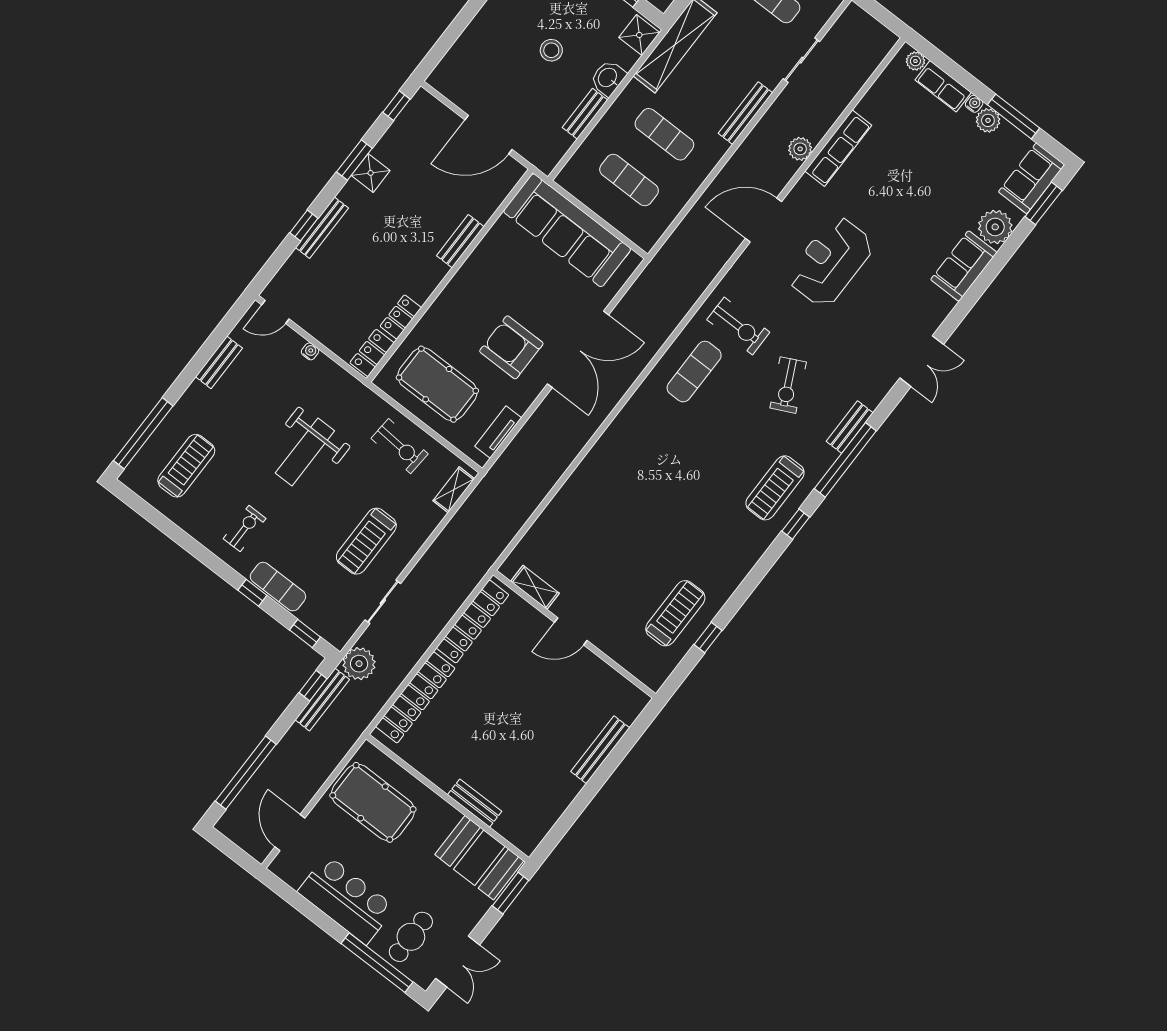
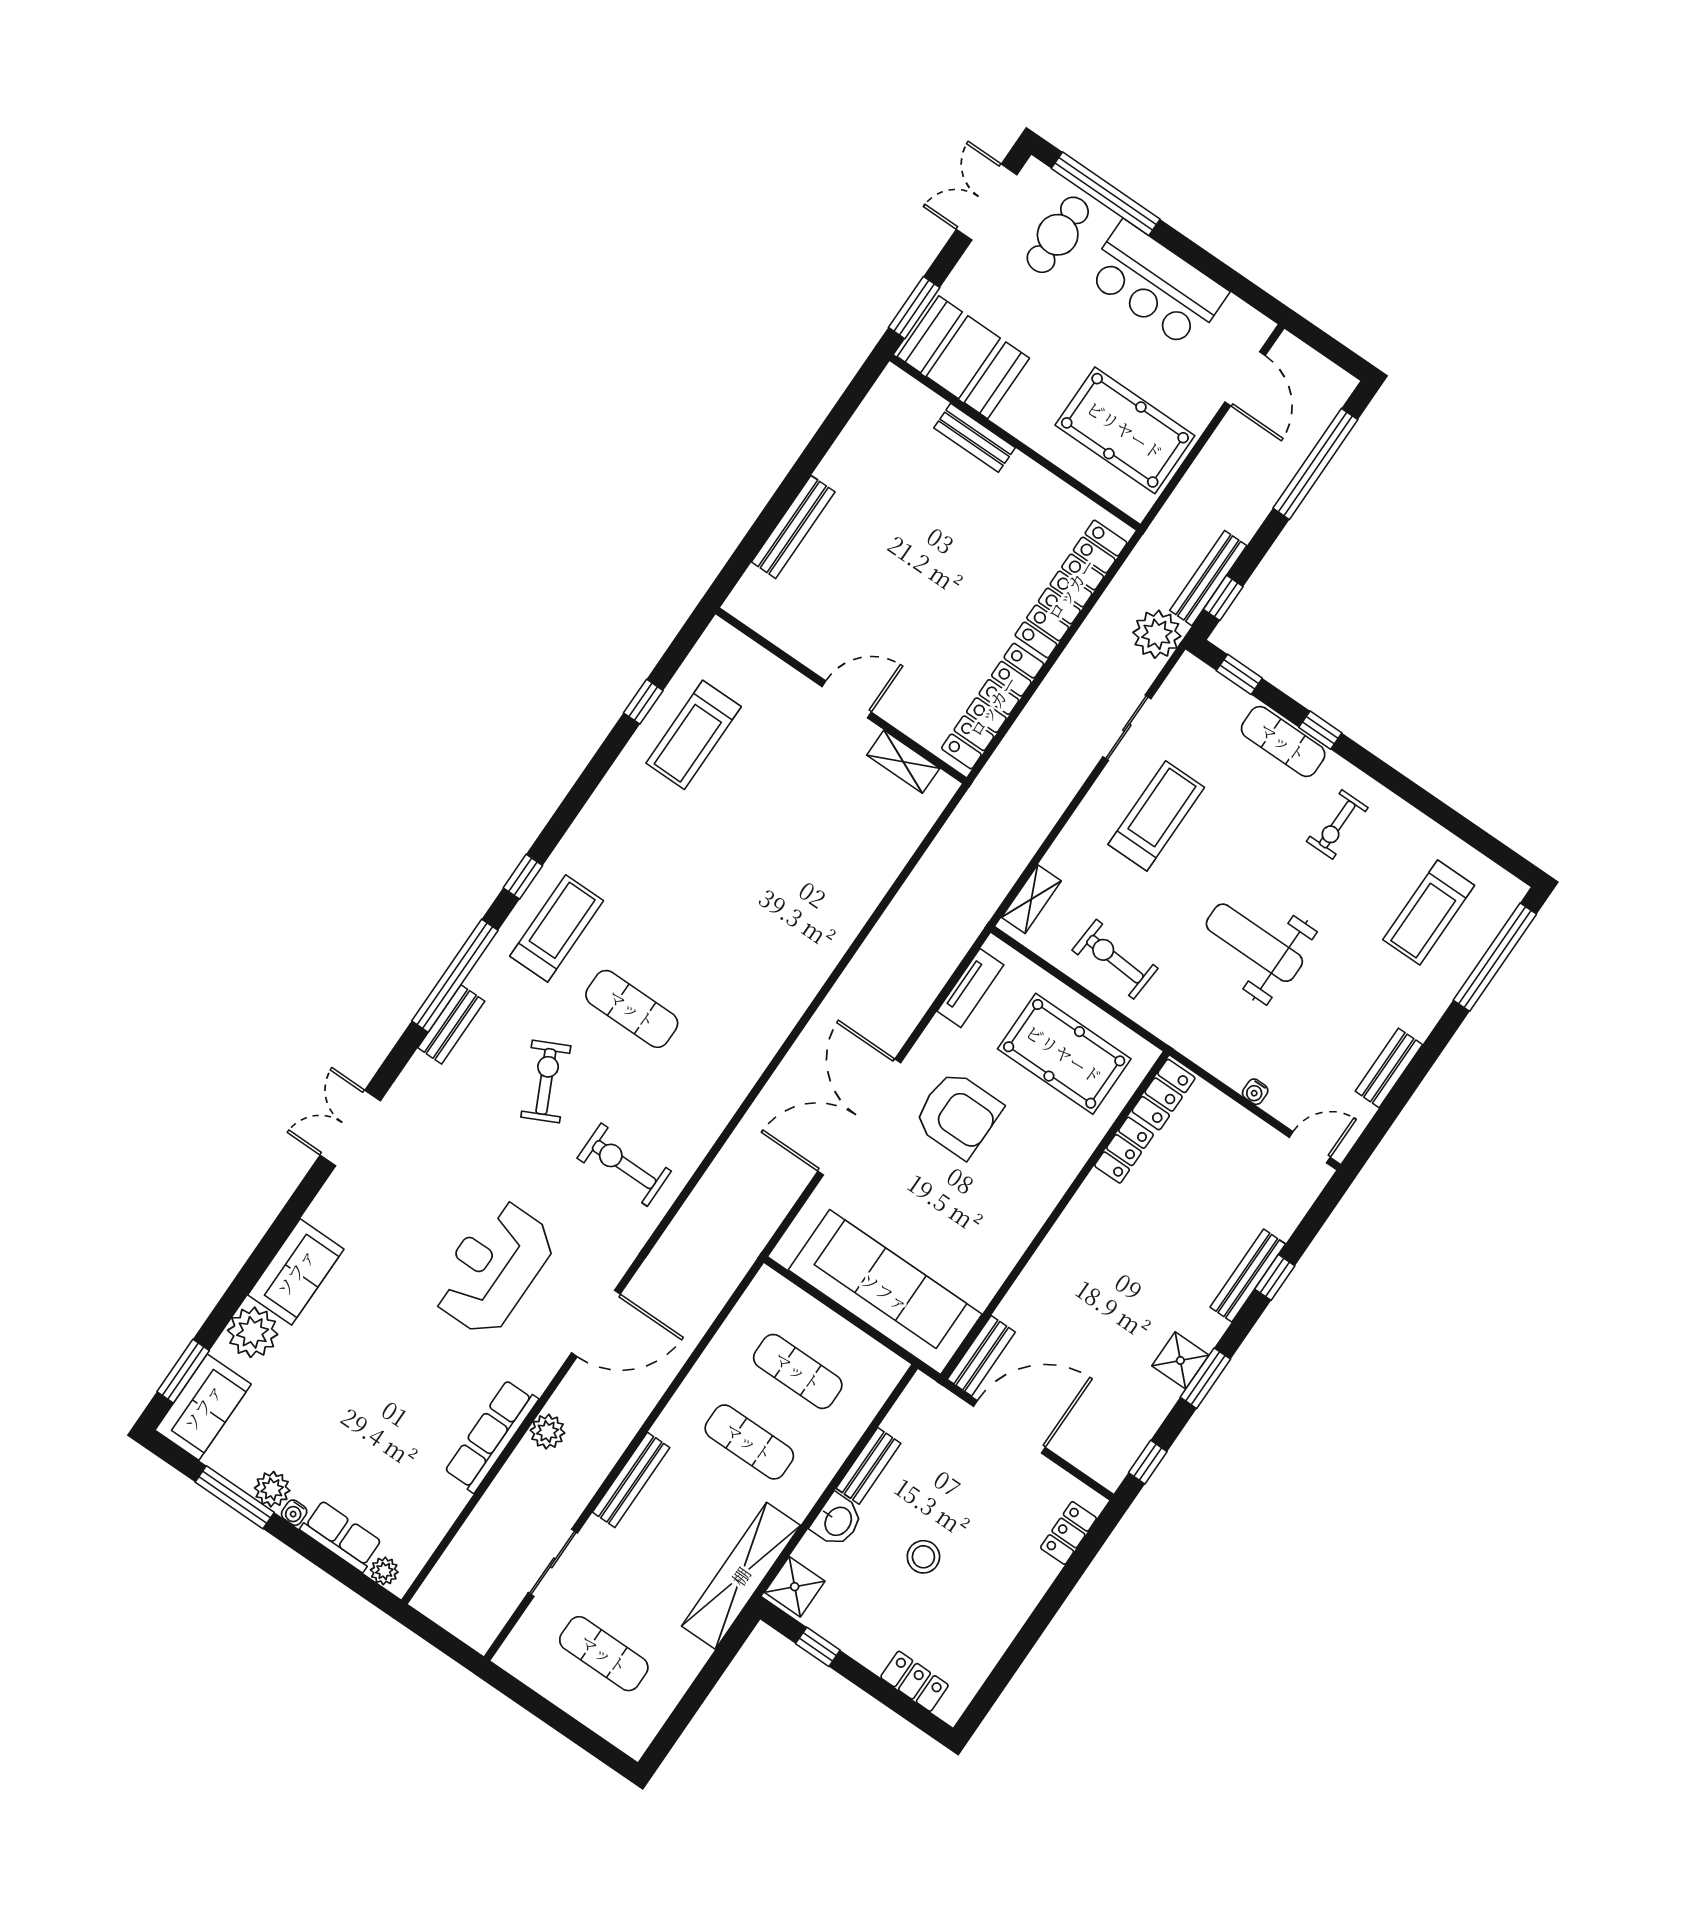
locker: (453, 61) -> (1068, 1533), added
bench: (460, 241) -> (981, 1356), moved
reception desk: (831, 262) -> (493, 1268), turned 180
exercise mat: (694, 372) -> (632, 1009), moved, turned 90
weight bench: (305, 452) -> (1254, 943), turned -90

